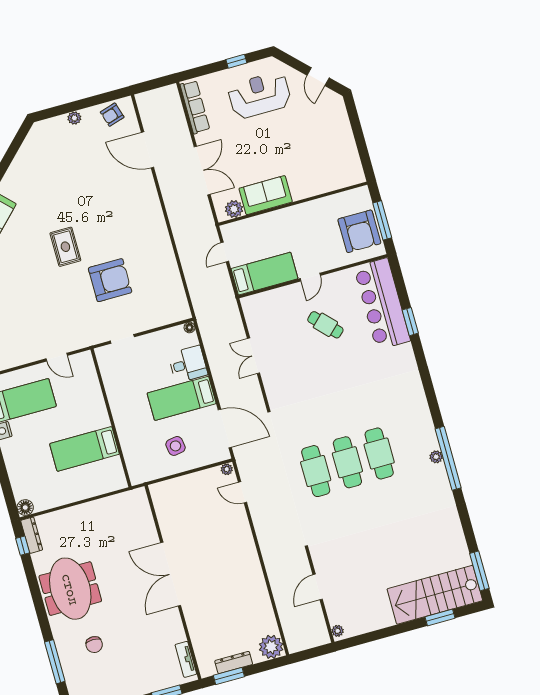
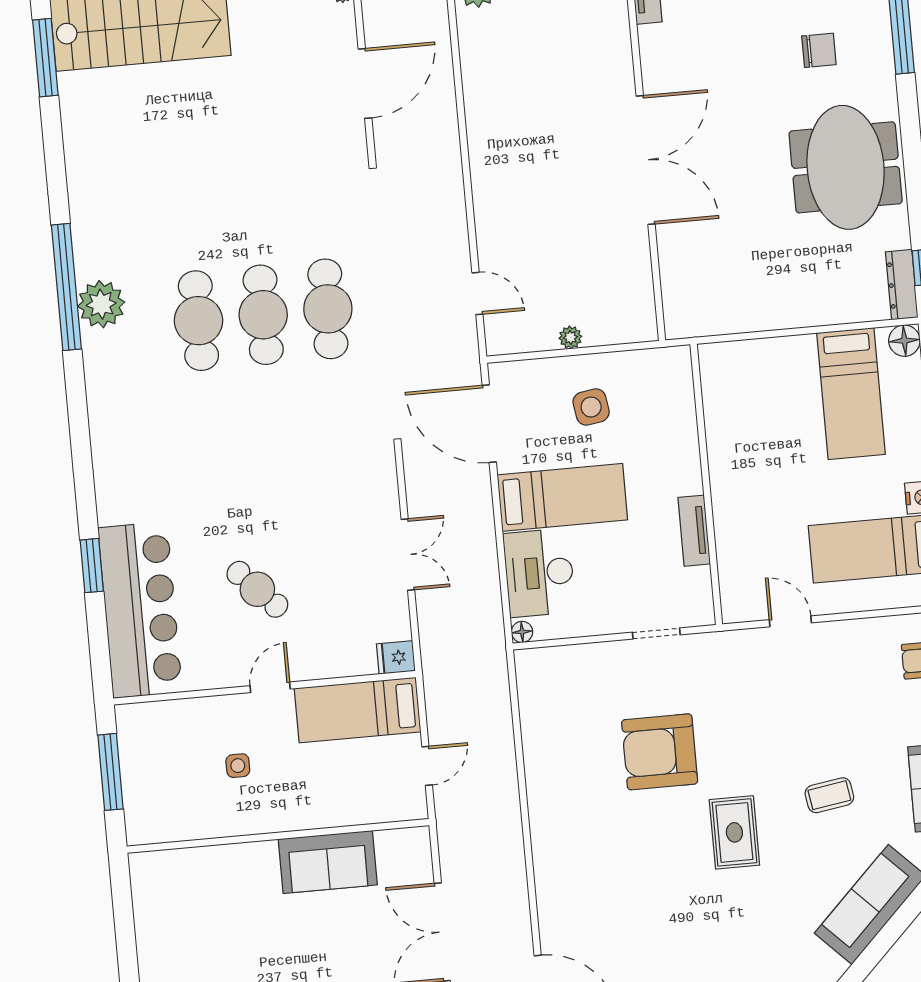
plant: (234, 209) -> (394, 846), removed
armchair: (359, 231) -> (159, 759), removed
side table: (319, 235) -> (238, 766), added
coffee table: (21, 274) -> (829, 795), added
fridge: (250, 303) -> (396, 657), added
desk: (188, 364) -> (539, 573), width x1.37
tv unit: (113, 394) -> (694, 531), added
bed: (85, 449) -> (851, 394), moved, turned 90
plant: (436, 457) -> (101, 304), width x1.88, depth x1.88
plant: (227, 469) -> (570, 337), moved
door: (318, 587) -> (365, 83), width x1.36
chair: (94, 645) -> (819, 50), turned 90

